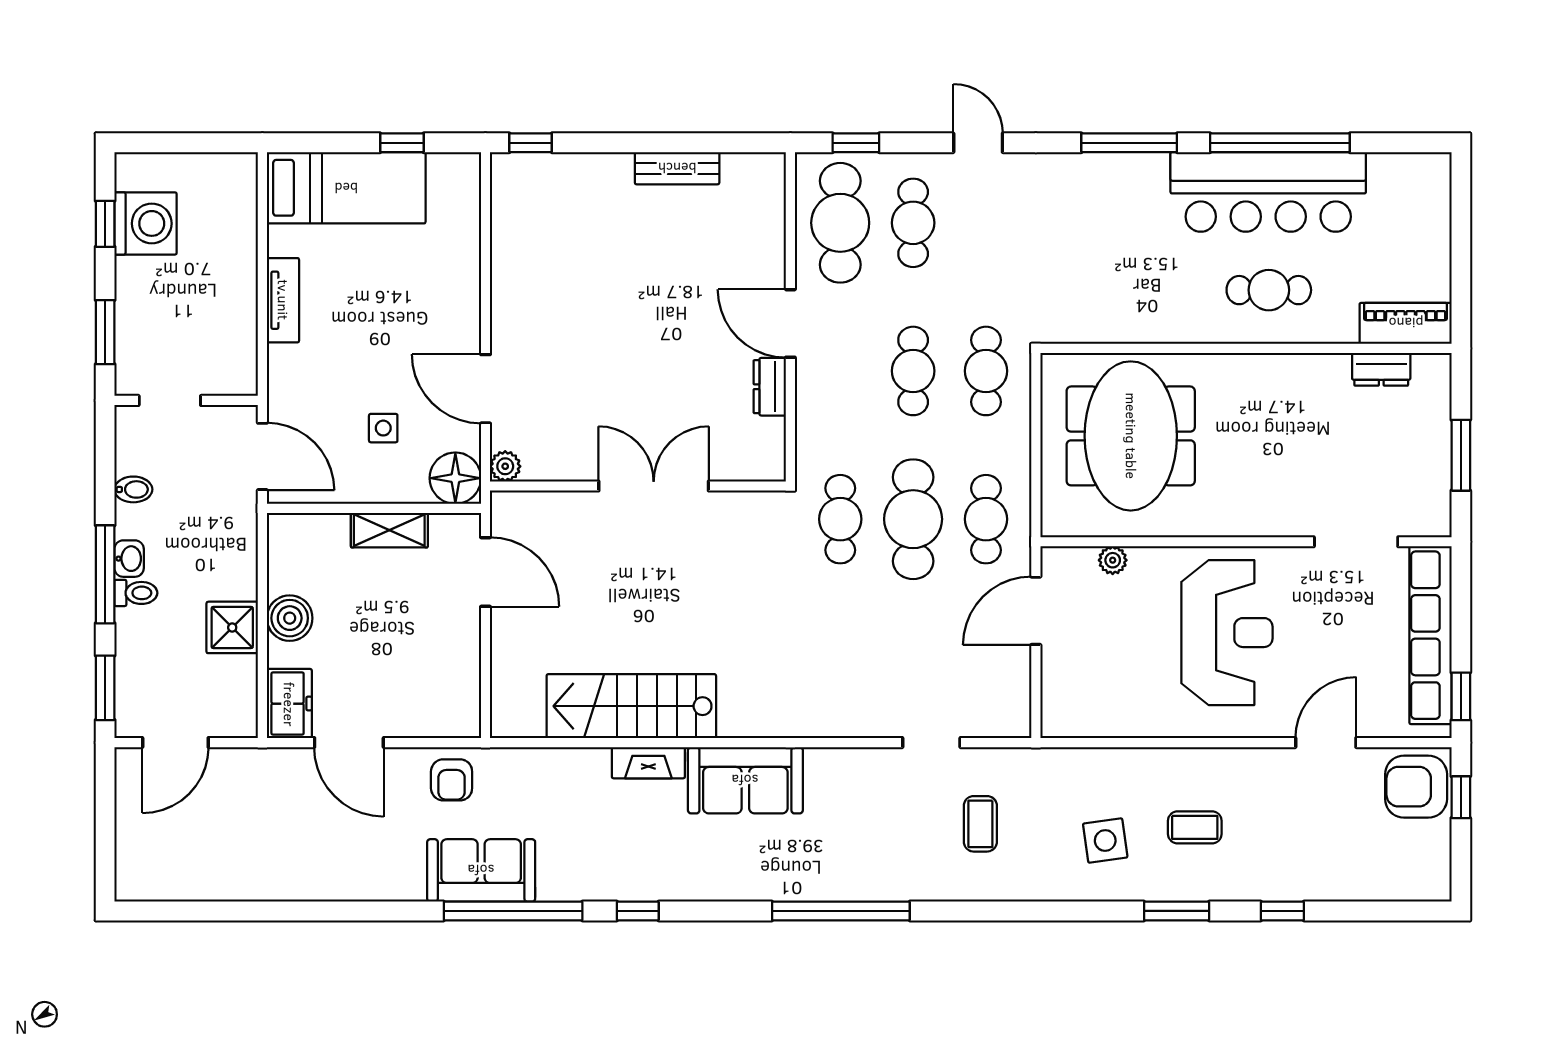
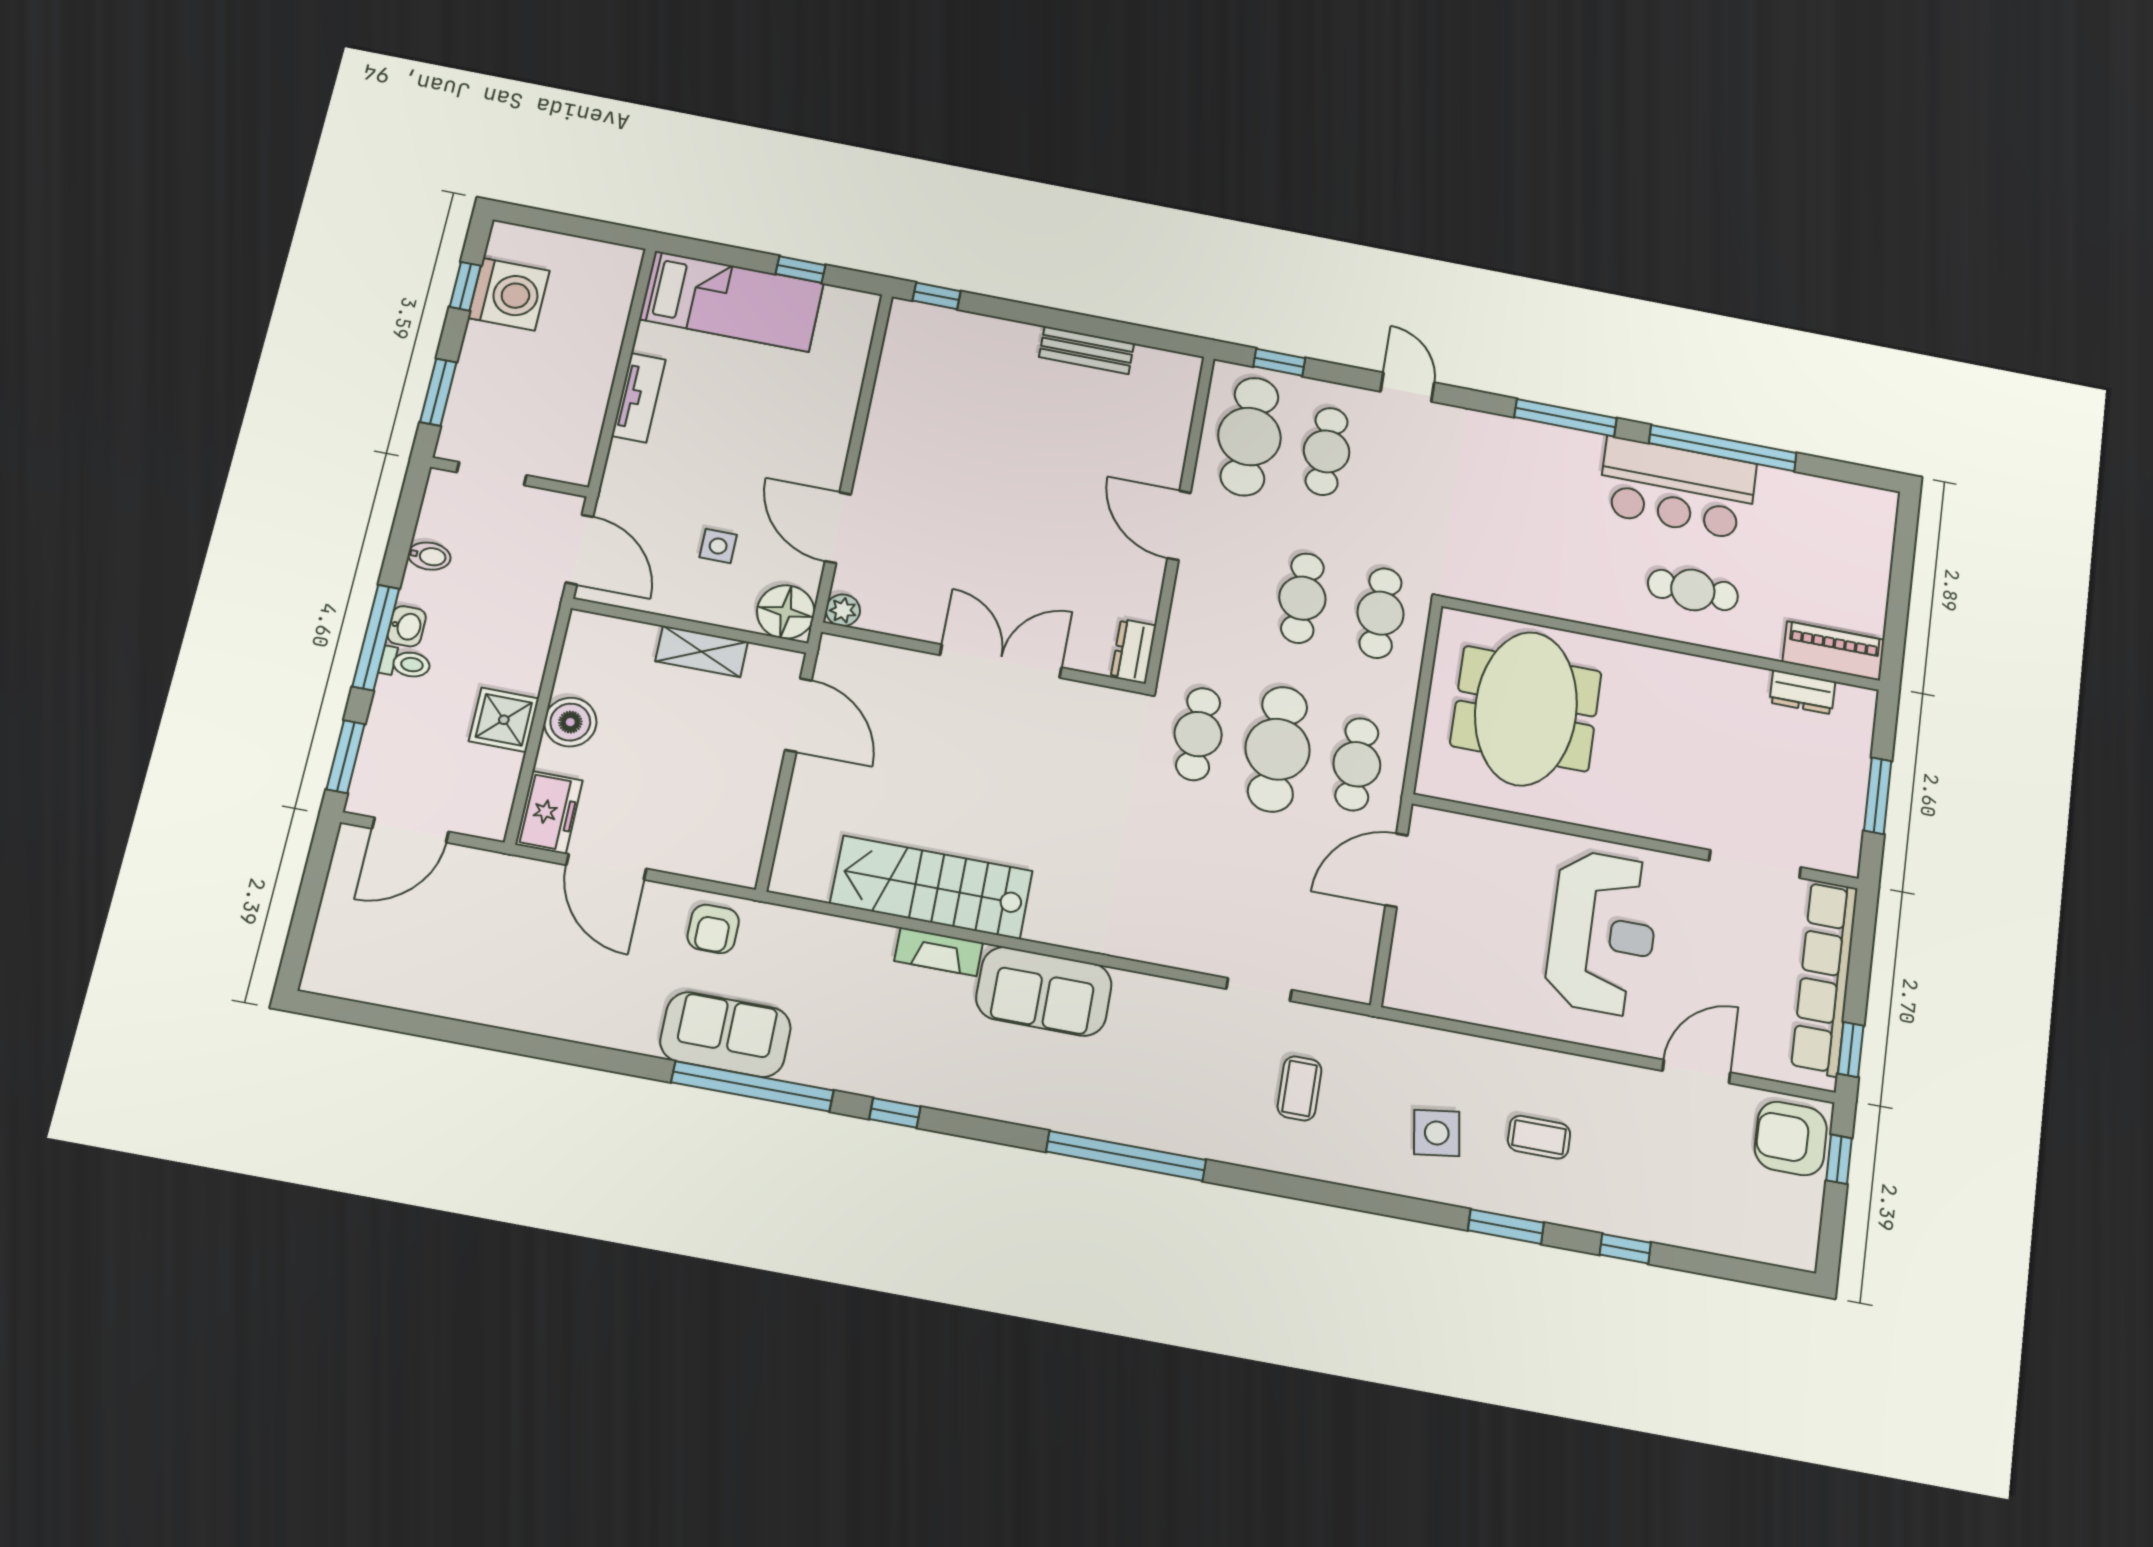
bar counter: (1268, 192) -> (1677, 488), width x0.73
dresser: (770, 387) -> (1133, 651), moved
plant: (1113, 560) -> (1488, 833), removed

